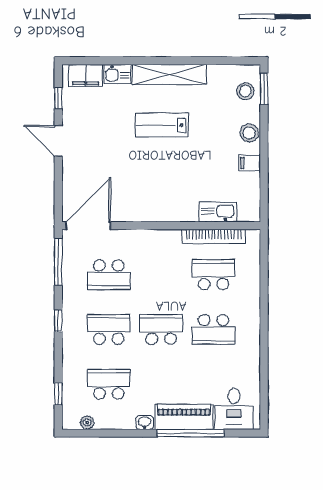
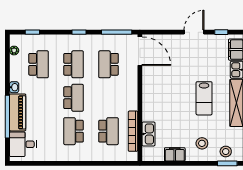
lab bench: (162, 125) -> (204, 98), turned 180
stool: (249, 133) -> (202, 143), moved
filing cabinet: (250, 163) -> (175, 154), width x2.00

